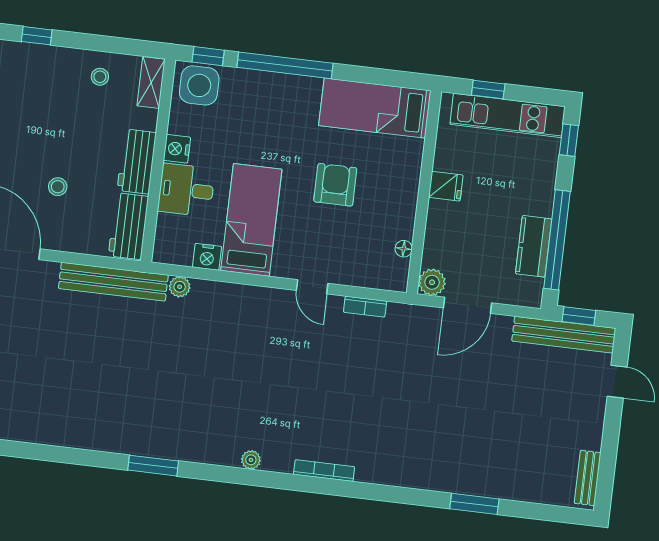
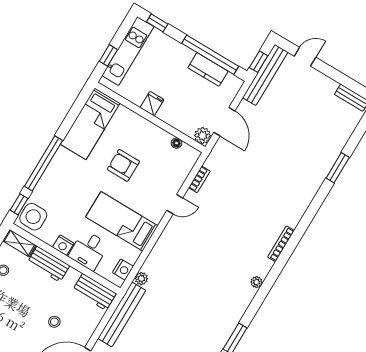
workbench: (137, 161) -> (49, 264), moved
nightstand: (207, 257) -> (123, 270), moved

